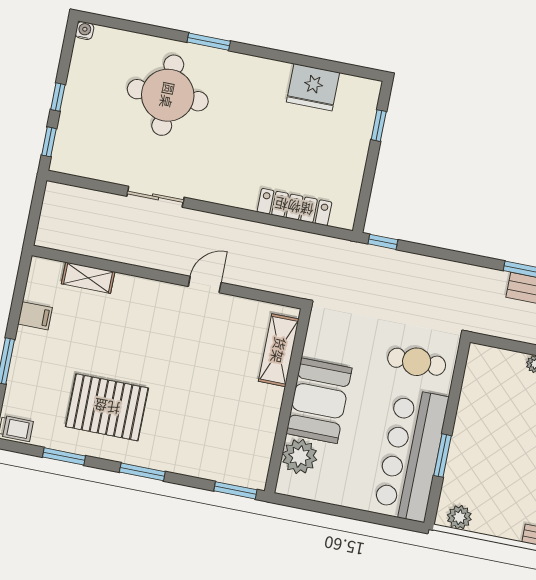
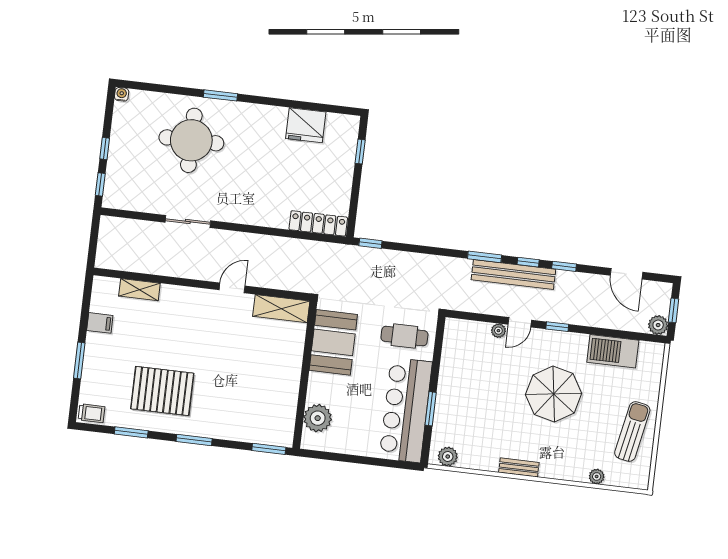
locker: (294, 207) -> (318, 223), moved
shelving: (279, 350) -> (281, 309), moved, turned 90
booth: (319, 401) -> (333, 342), moved

